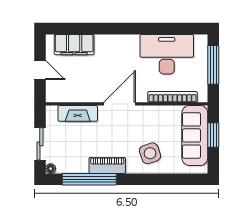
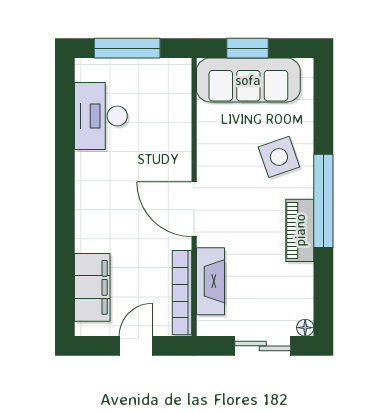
desk: (167, 54) -> (101, 116), width x0.73, depth x0.77
bookcase: (173, 97) -> (182, 293), moved
window: (89, 179) -> (323, 201), moved

